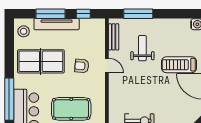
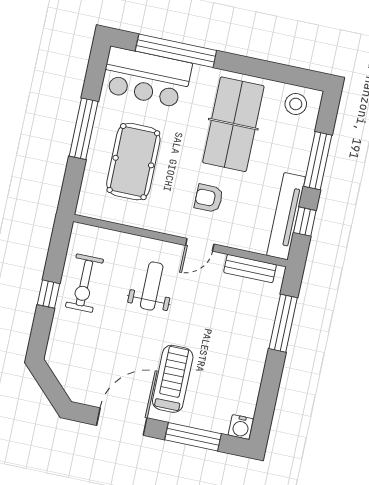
tv unit: (57, 24) -> (286, 216), moved
weight bench: (142, 48) -> (152, 286), moved, turned -90
armchair: (82, 66) -> (209, 198), turned -95

